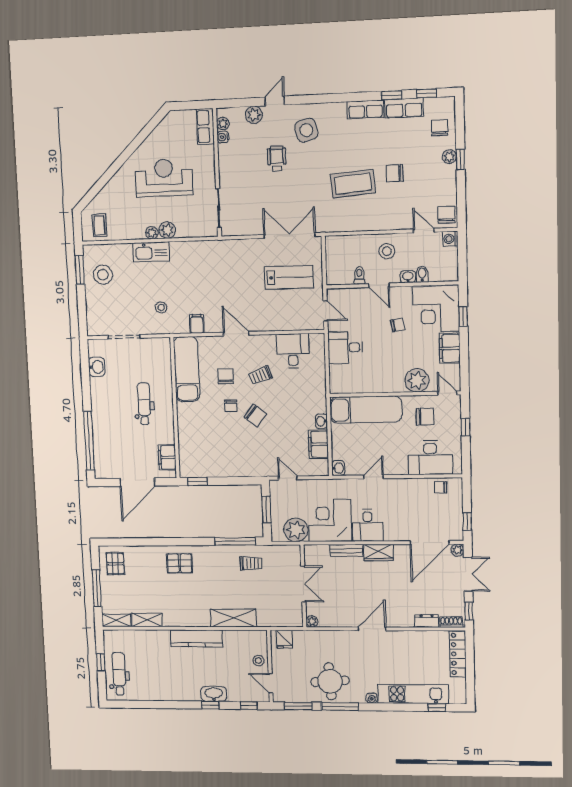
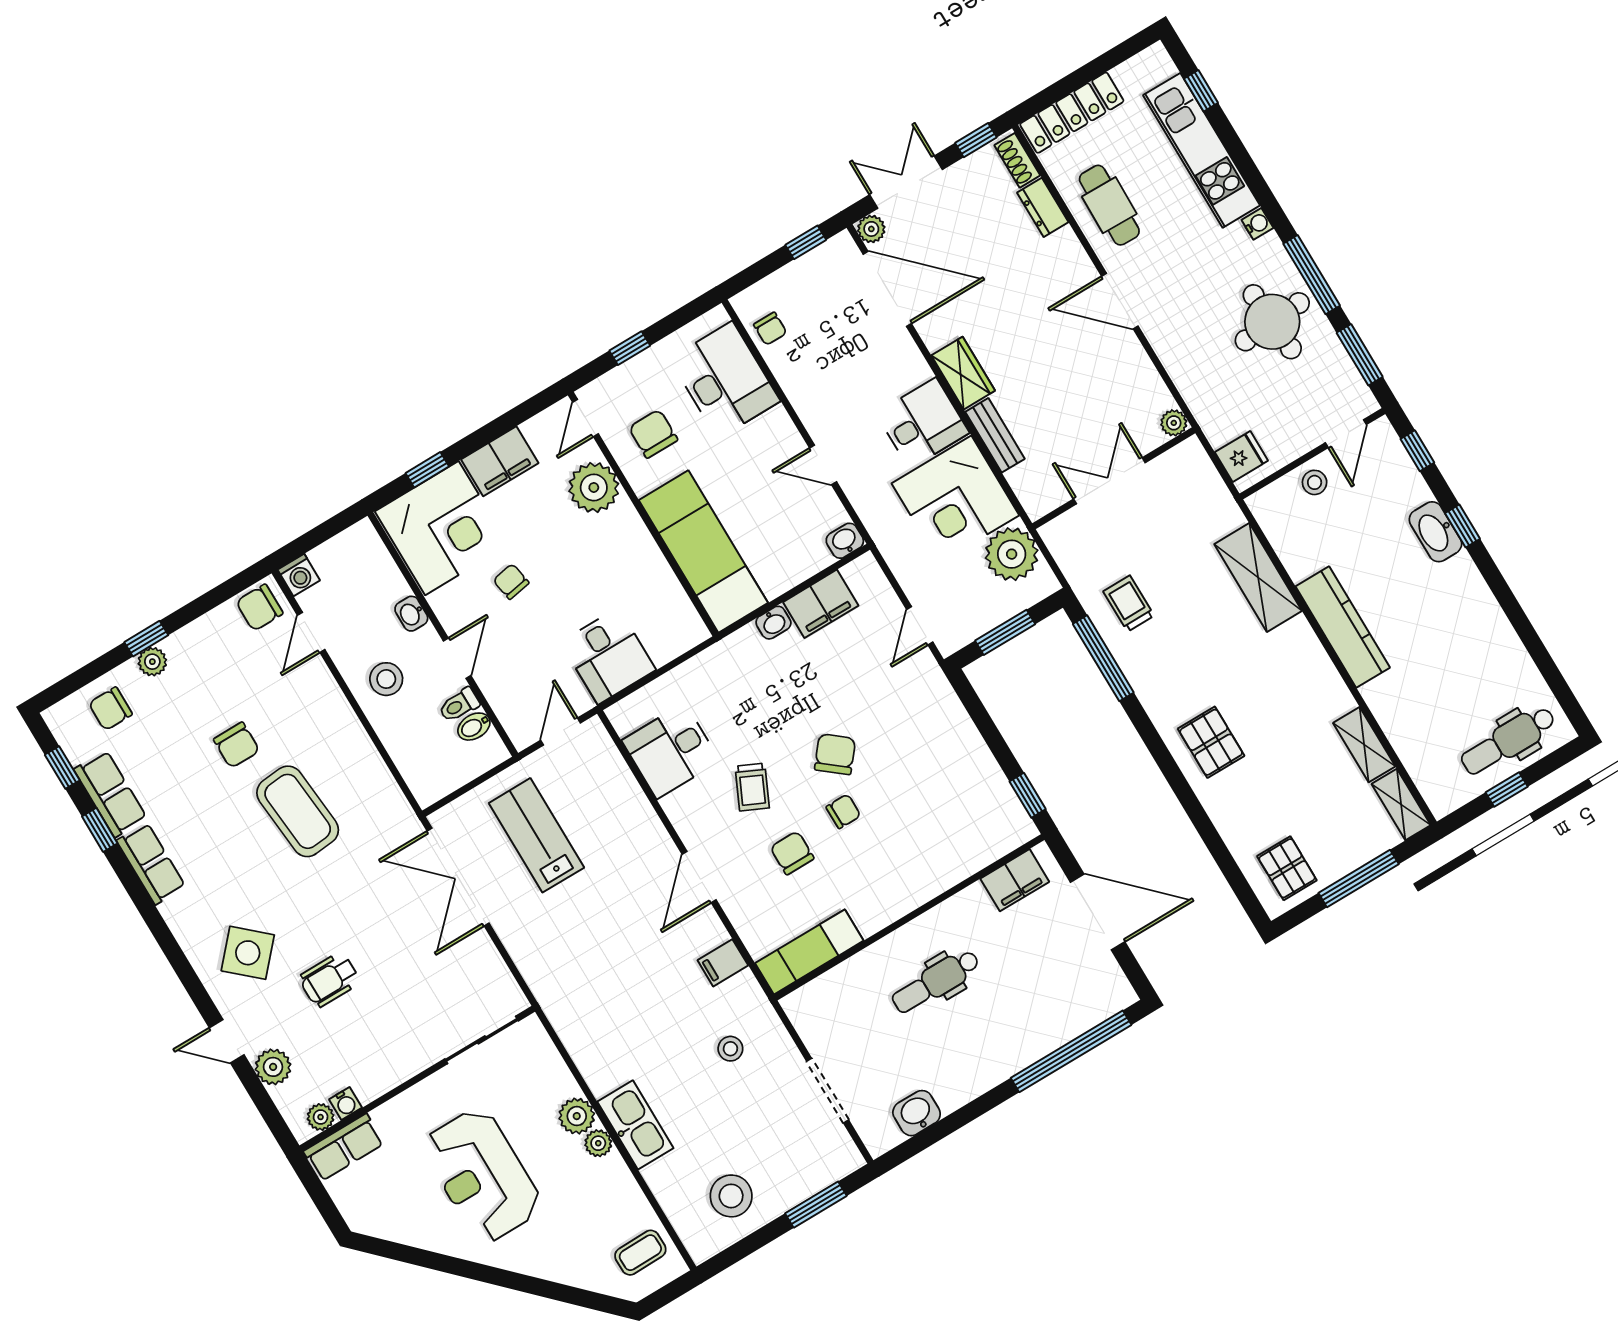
side table: (306, 130) -> (248, 953), turned -33
window: (80, 270) -> (816, 1205), moved
bidet: (422, 274) -> (474, 727), moved
exam couch: (187, 369) -> (809, 952), width x0.73, depth x0.69
trolley: (260, 375) -> (752, 787), turned 45
chair: (225, 376) -> (792, 853), turned 90
pallet: (115, 564) -> (1287, 868), turned 90
cafe table: (412, 647) -> (1109, 205), added

